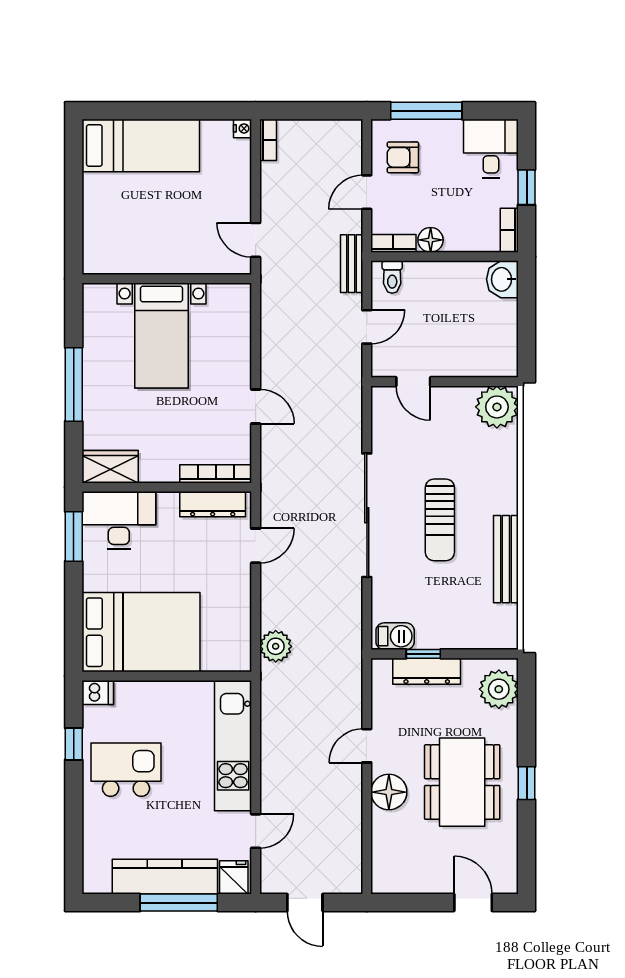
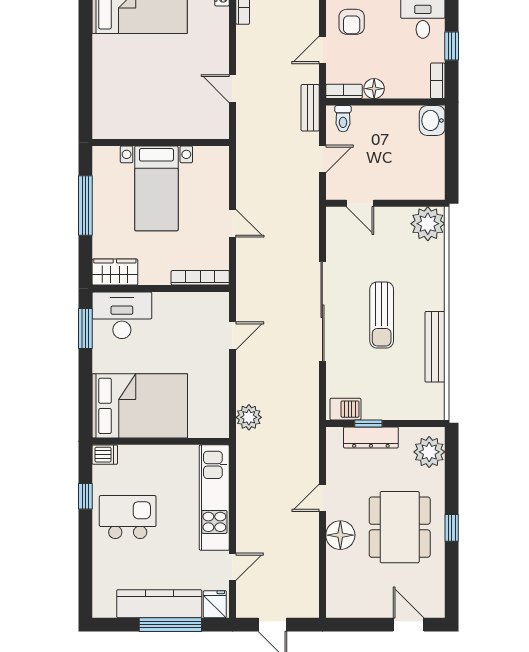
armchair: (403, 157) -> (352, 22), turned -90
wall: (167, 279) -> (161, 143), moved
bed with nightstands: (162, 336) -> (156, 188), moved
dresser: (213, 504) -> (198, 302), removed

